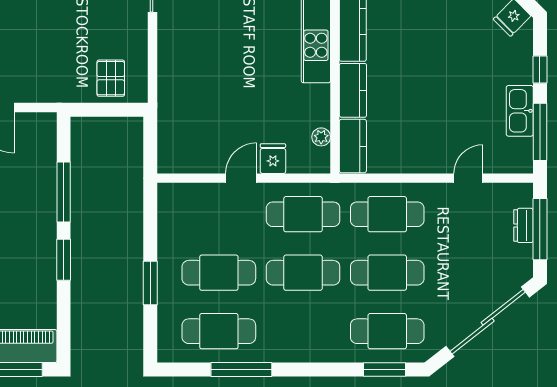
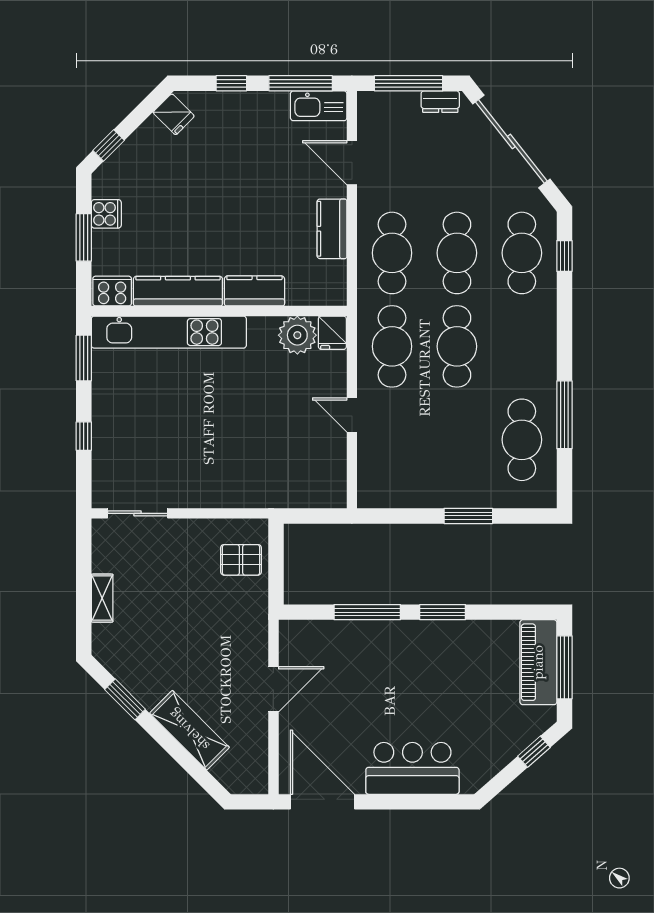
kitchen sink: (520, 111) -> (319, 106), moved
plant: (321, 137) -> (297, 335), width x1.88, depth x1.88
kitchen counter: (353, 146) -> (332, 229), moved, turned -90
fridge: (273, 159) -> (332, 333), moved, turned -90
door: (468, 178) -> (352, 163), width x1.38
dresser: (523, 225) -> (440, 102), moved
cafe table: (219, 273) -> (457, 440), removed
window: (384, 370) -> (564, 256), width x0.67

